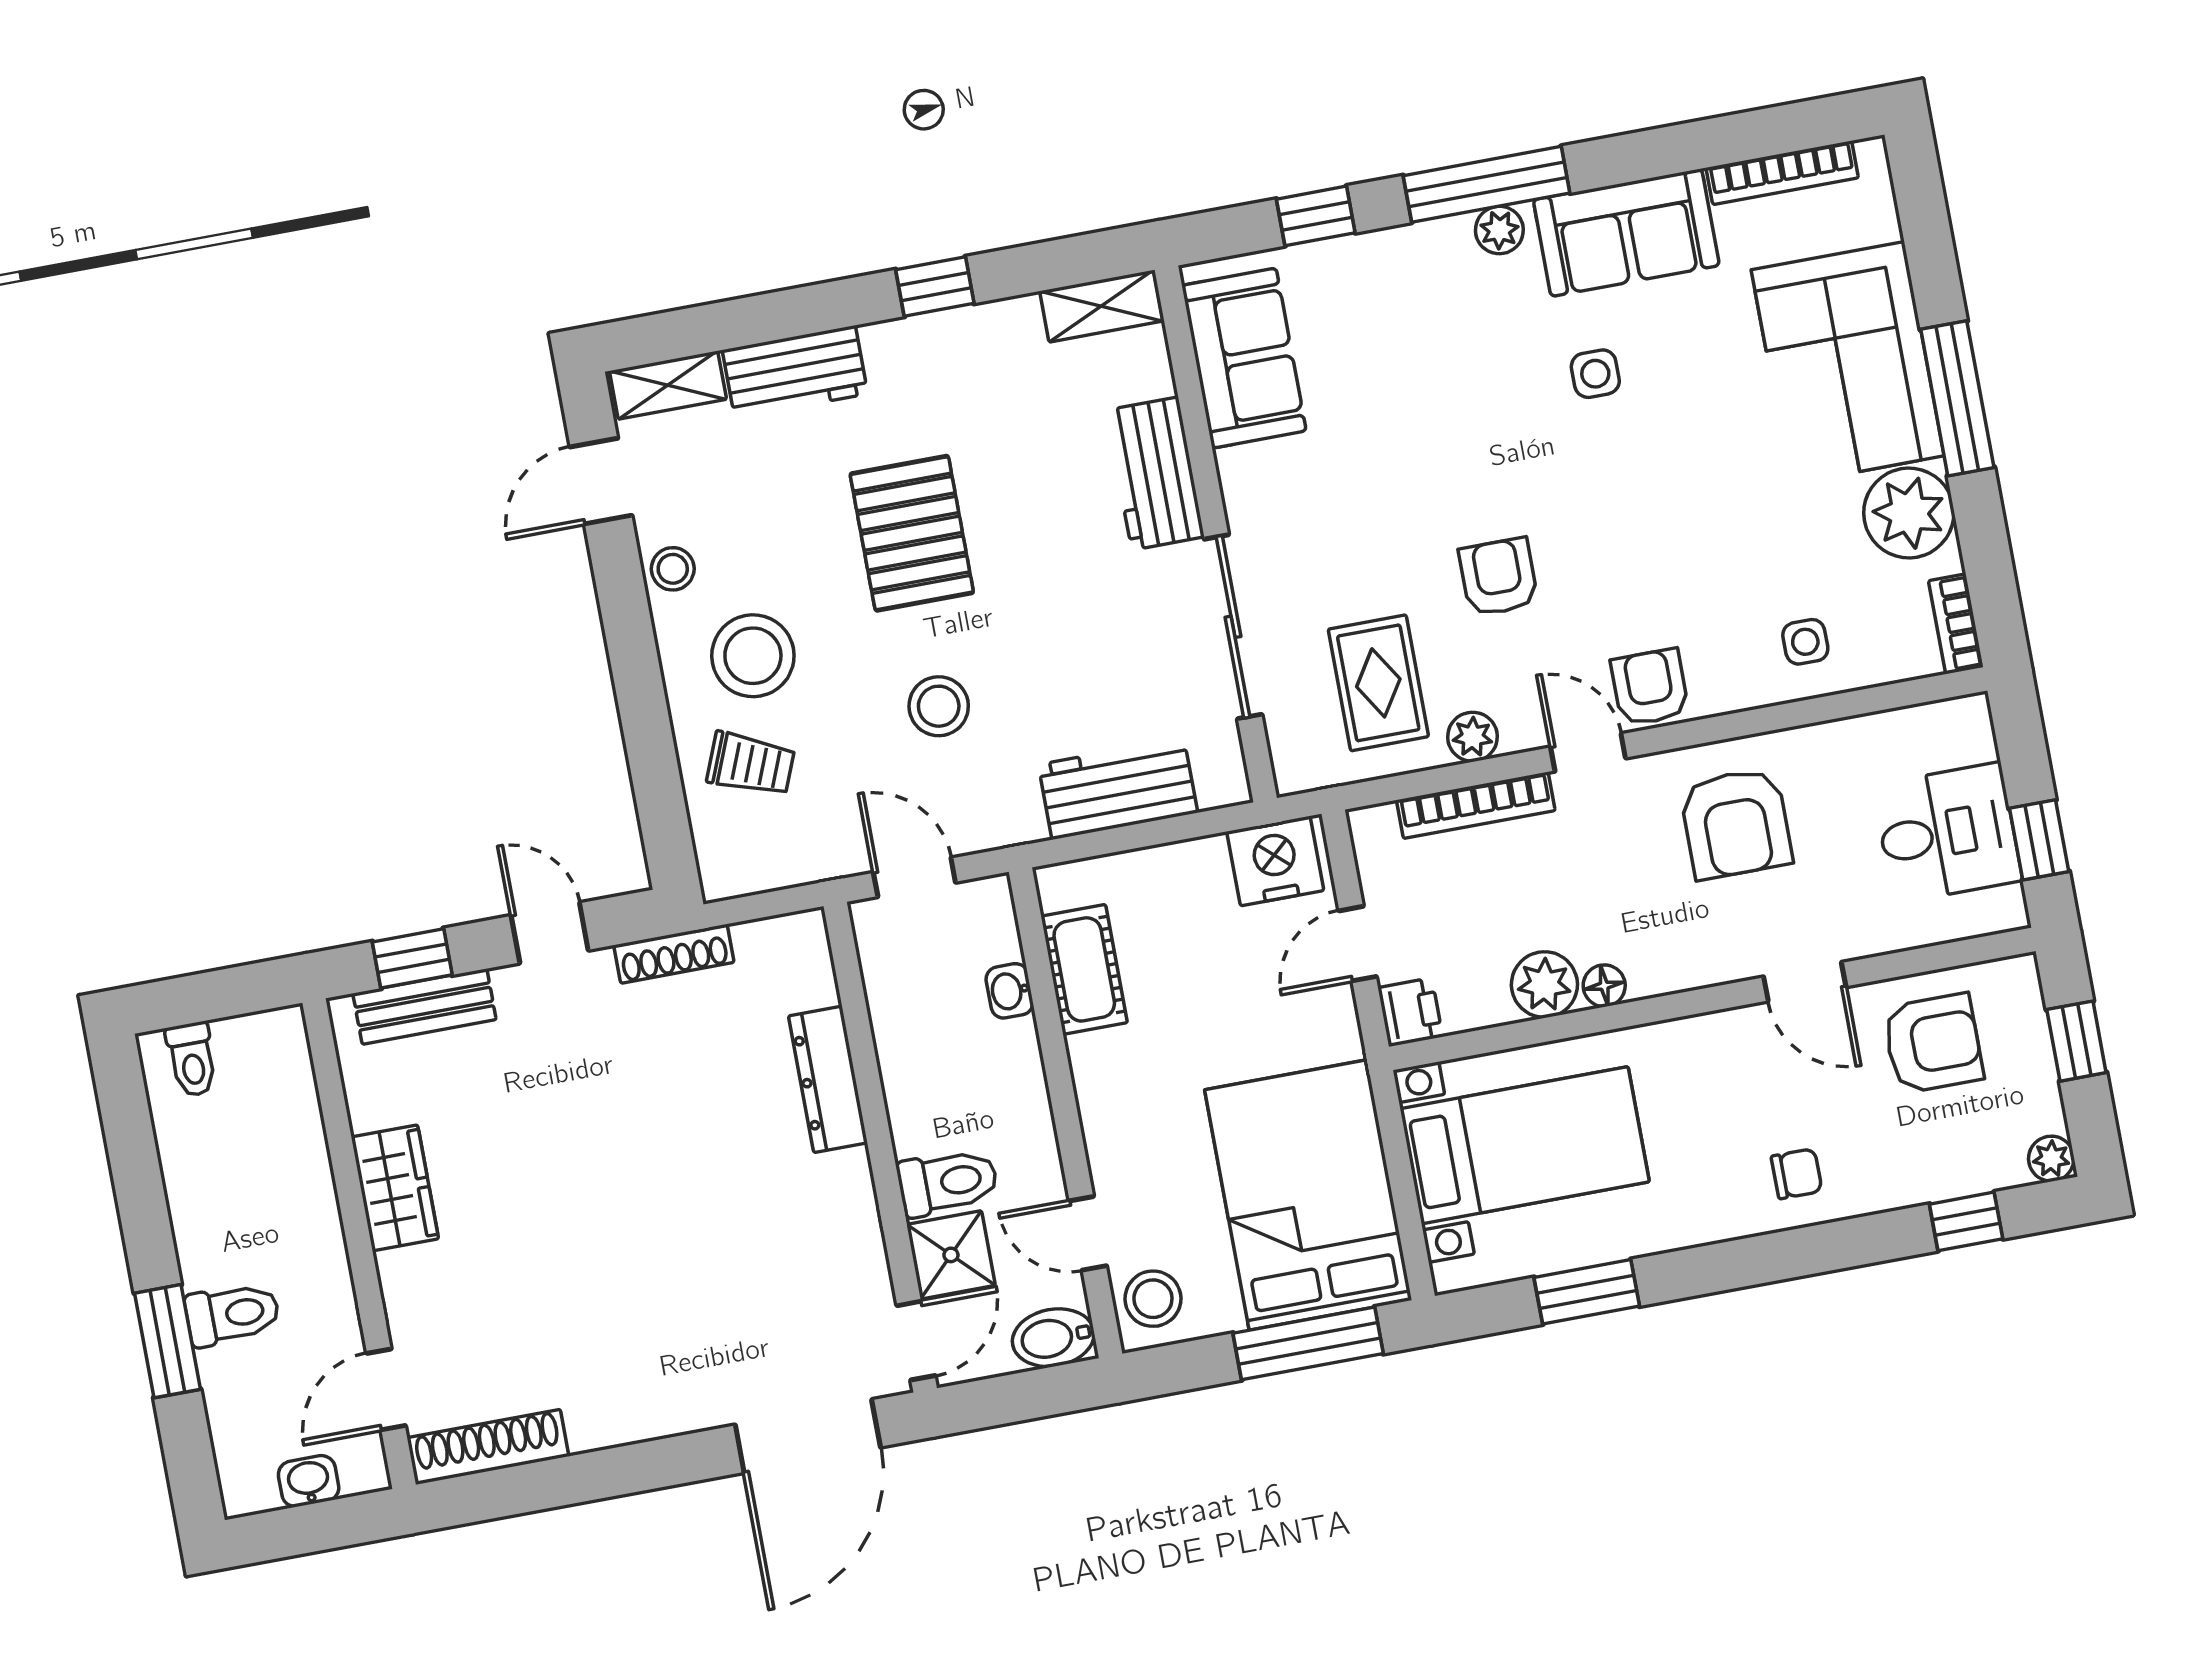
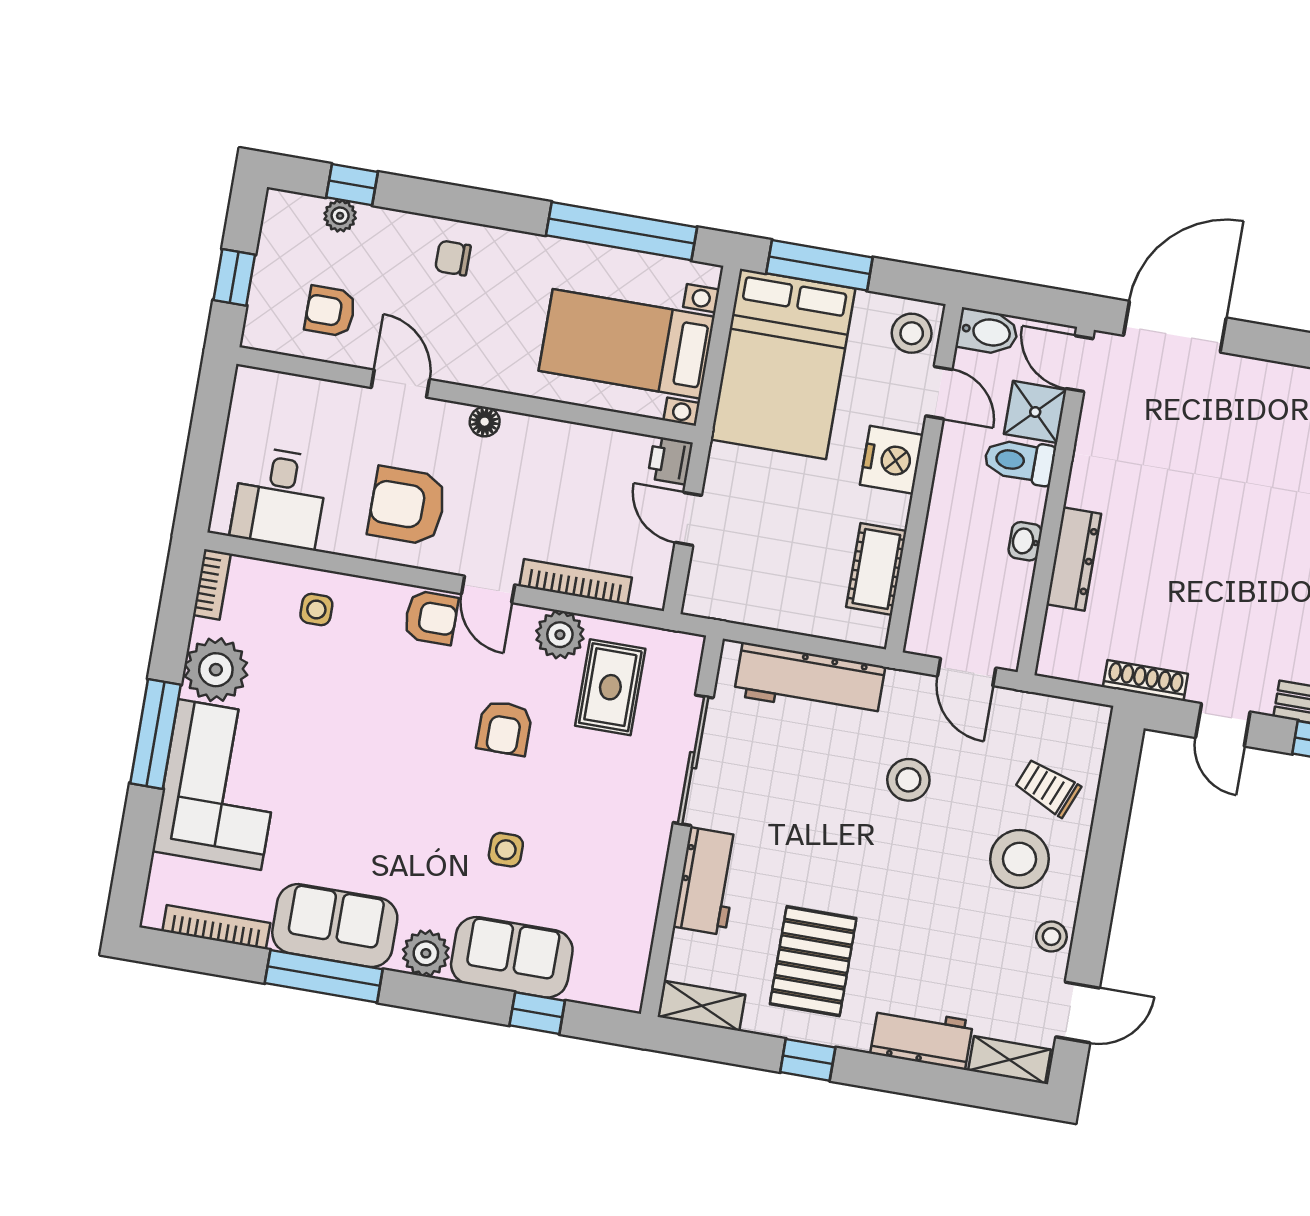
window: (1486, 184) -> (324, 976), moved
plant: (1499, 230) -> (426, 953), width x1.38, depth x1.38
sofa: (1244, 358) -> (512, 957), moved, turned 90
side table: (1595, 374) -> (506, 850), moved
pallet: (912, 533) -> (813, 961), moved
armchair: (1650, 687) -> (431, 618), turned -90
plant: (1472, 737) -> (560, 635), width x1.38, depth x1.38
workbench: (1118, 789) -> (810, 681), width x1.37
armchair: (1736, 823) -> (407, 506), turned -90
desk: (1947, 833) -> (280, 498), moved, turned -90
window: (2039, 840) -> (210, 420), removed
nightstand: (1275, 861) -> (892, 460), moved, turned -90
door: (1358, 944) -> (688, 519), swing flipped
plant: (1544, 985) -> (574, 446), removed
floor lamp: (1604, 986) -> (485, 422), moved
washbasin: (1010, 991) -> (1025, 541), moved, turned 180
armchair: (1933, 1043) -> (330, 311), width x0.72, depth x0.72
plant: (2051, 1159) -> (340, 216), moved
window: (1587, 1292) -> (622, 231), width x2.11
door: (916, 1341) -> (1079, 364), hinge flipped

